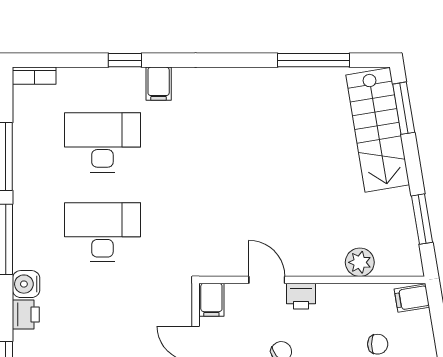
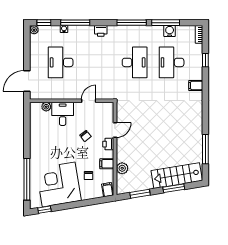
window: (125, 60) -> (205, 60), moved
window: (404, 108) -> (174, 188), moved
desk: (102, 142) -> (172, 62), turned 180
water cooler: (26, 284) -> (170, 31), moved
filing cabinet: (211, 300) -> (107, 164), moved

